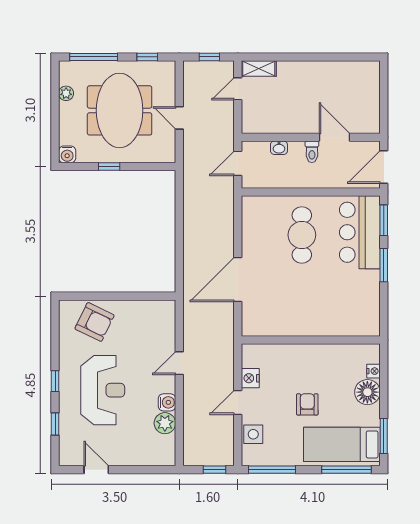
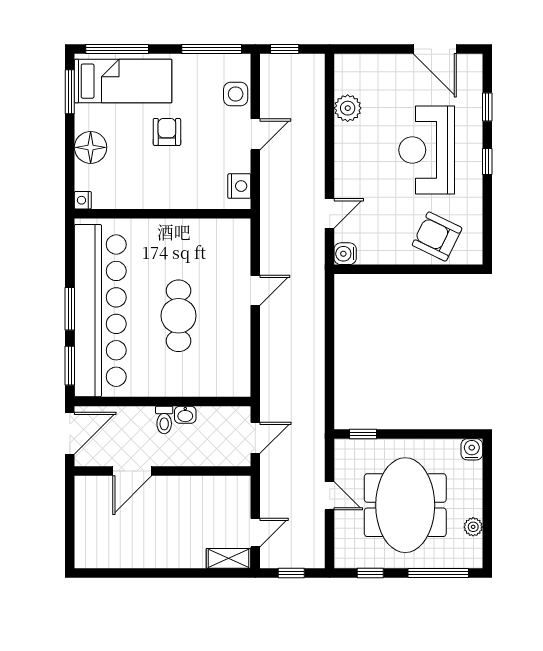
door: (335, 137) -> (132, 471), hinge flipped
washbasin: (279, 148) -> (185, 415), moved, turned 180
toilet: (312, 152) -> (164, 420), moved, turned 180
window: (109, 166) -> (363, 434), moved
bar counter: (360, 232) -> (100, 311), width x1.86
cafe table: (302, 235) -> (179, 316), moved
door: (238, 280) -> (255, 290), width x0.53
door: (179, 363) -> (330, 213), moved
nightstand: (374, 371) -> (83, 200), moved
nightstand: (250, 378) -> (239, 186), moved
water cooler: (167, 402) -> (345, 254), moved
armchair: (307, 404) -> (167, 132), turned 180
door: (96, 470) -> (435, 49), width x1.38

